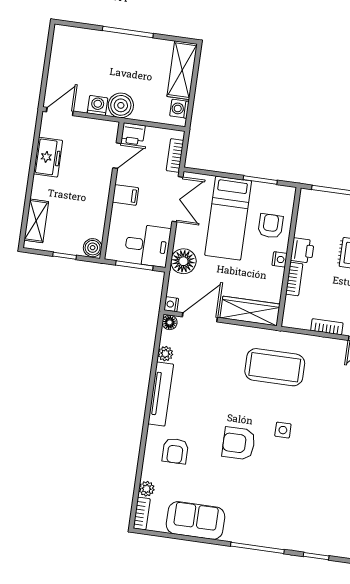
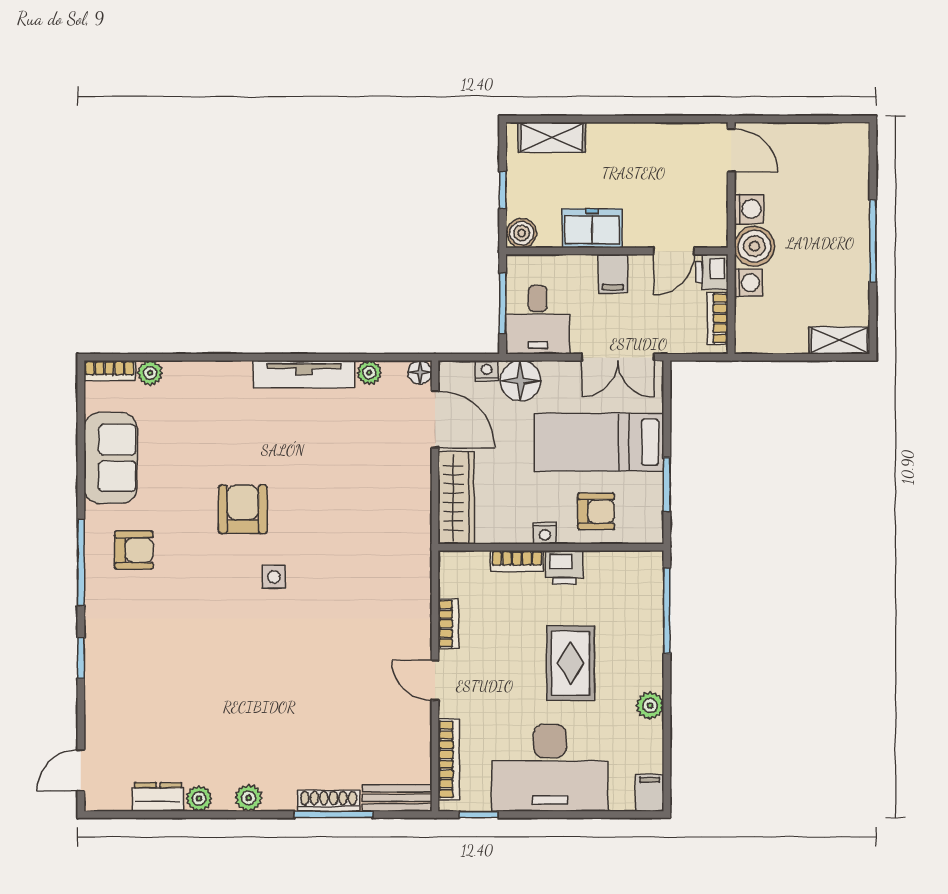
shelving: (182, 70) -> (839, 340), width x0.67, depth x0.75
washing machine: (179, 109) -> (748, 283), moved, turned 90
bookcase: (175, 155) -> (718, 318), moved, turned -90
door: (117, 156) -> (674, 251), hinge flipped
freezer: (48, 157) -> (592, 228), moved, turned 180
nightstand: (171, 304) -> (487, 371), moved
coffee table: (275, 367) -> (372, 550), removed
armchair: (175, 451) -> (134, 550), moved, turned 180

